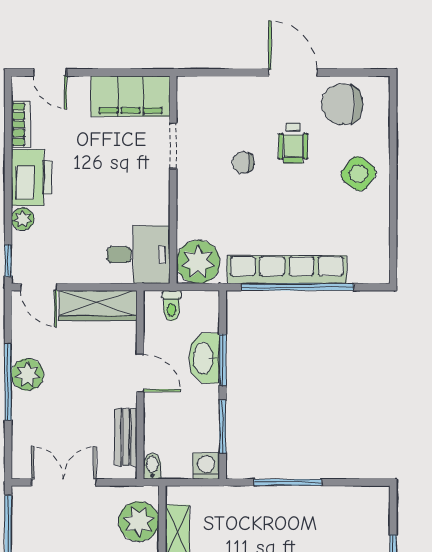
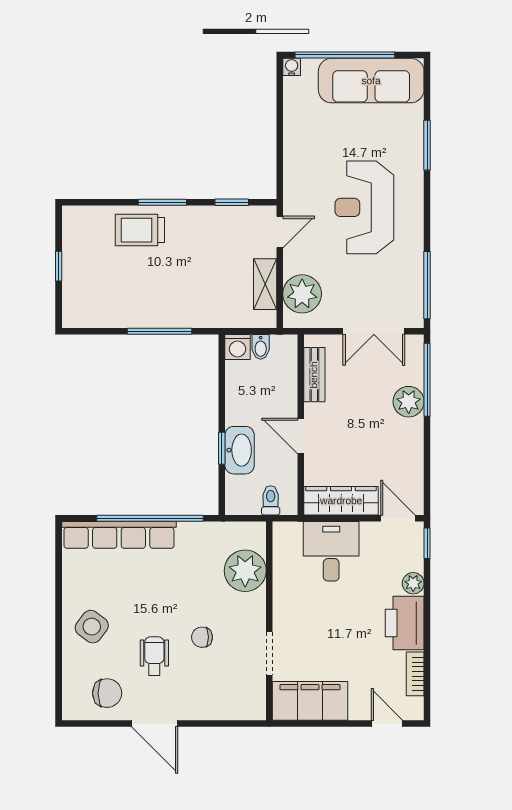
chair: (342, 104) -> (107, 693), width x0.73, depth x0.73
chair: (243, 163) -> (202, 637), turned 180
desk: (138, 255) -> (331, 551), moved, turned 90
plant: (198, 262) -> (245, 571), moved
row of seats: (287, 270) -> (119, 535), moved
window: (223, 360) -> (222, 448), width x0.67
plant: (27, 375) -> (409, 402), moved
window: (8, 382) -> (427, 380), moved
window: (223, 427) -> (222, 384), removed
bidet: (152, 466) -> (261, 347), moved

